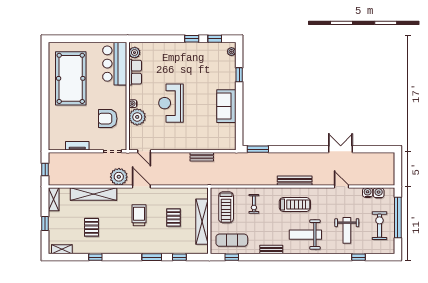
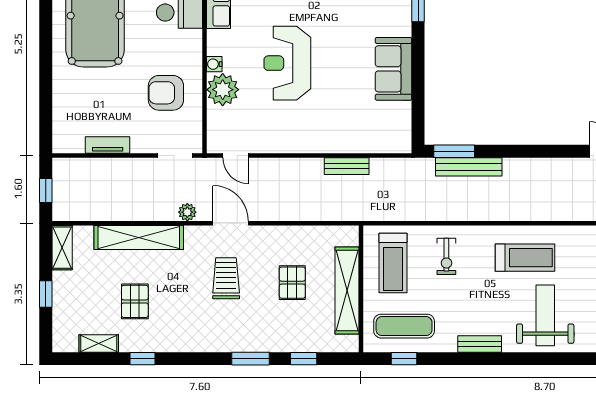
plant: (119, 177) -> (187, 212), width x0.53, depth x0.53
bench: (295, 181) -> (469, 167), moved
weight bench: (305, 235) -> (545, 315), turned 90
shelving: (62, 249) -> (99, 343), moved

